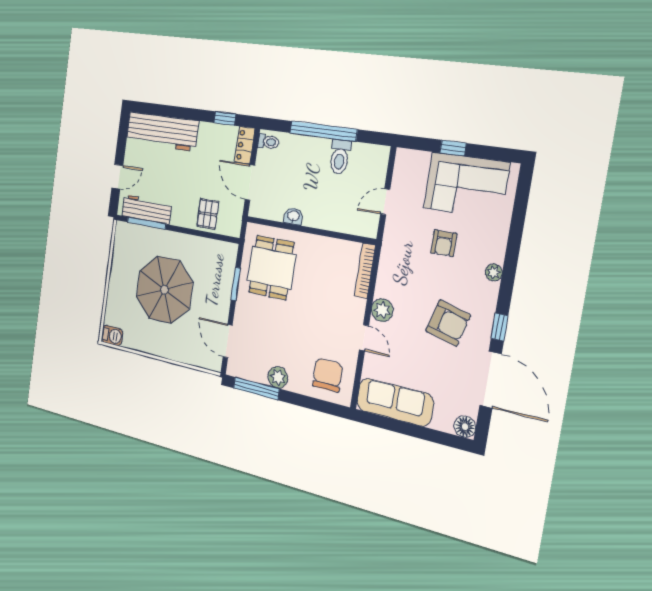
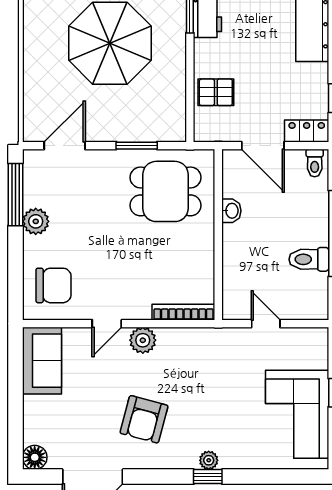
door: (250, 182) -> (263, 146), swing flipped
armchair: (444, 243) -> (231, 400), removed
window: (500, 327) -> (208, 477), moved
sofa: (395, 402) -> (42, 361), width x0.73

